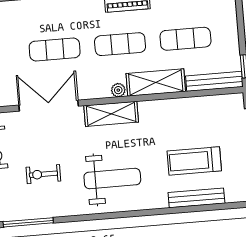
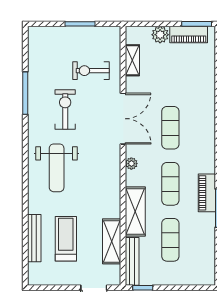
plant: (118, 90) -> (131, 164), moved
shelving: (111, 114) -> (112, 241), moved
exercise bike: (43, 174) -> (65, 110), width x1.38, depth x1.39

